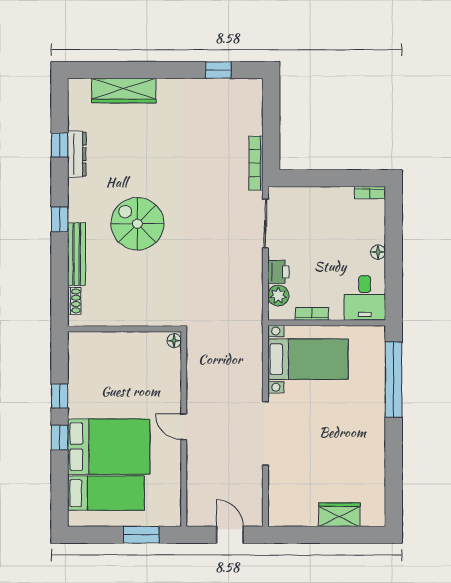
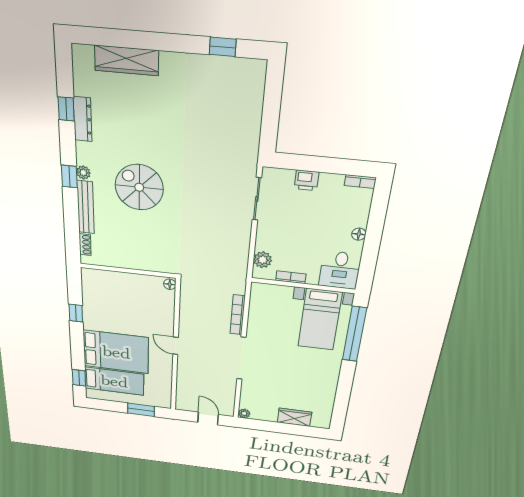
bookcase: (256, 163) -> (238, 315), moved
plant: (76, 213) -> (83, 173), added
printer: (278, 272) -> (307, 180), moved, turned 90
bed with nightstands: (308, 359) -> (320, 320), moved, turned 90
window: (60, 438) -> (79, 378), moved
plant: (276, 519) -> (244, 413), added

